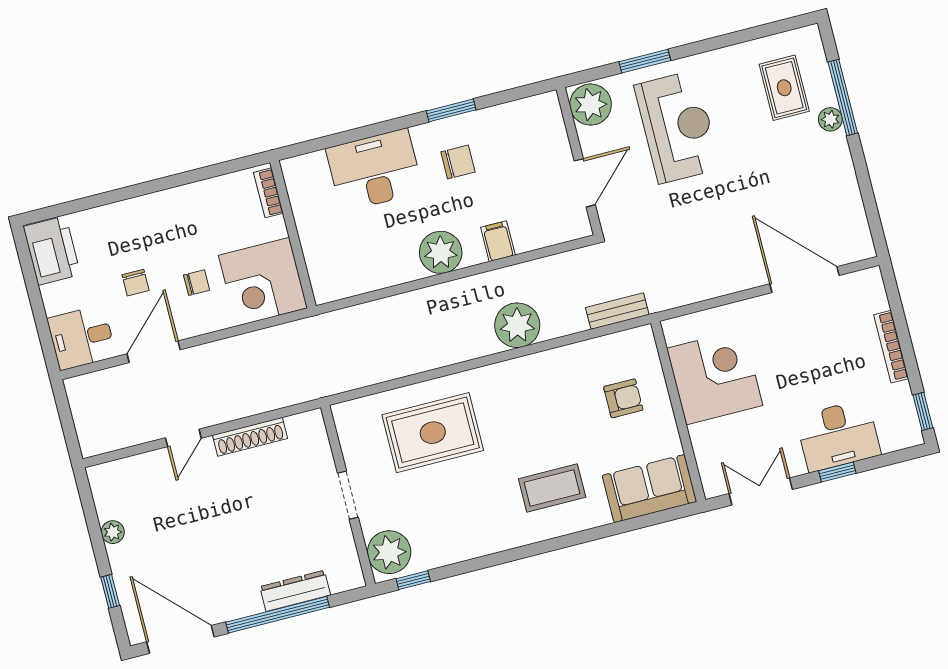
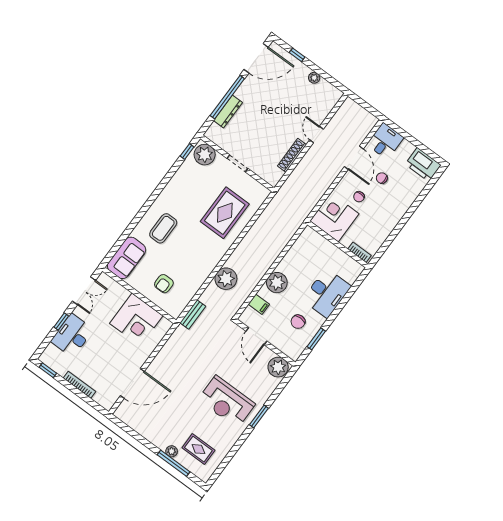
plant: (591, 105) -> (278, 367), moved
wall: (579, 161) -> (265, 342), moved
door: (585, 183) -> (256, 336), moved

